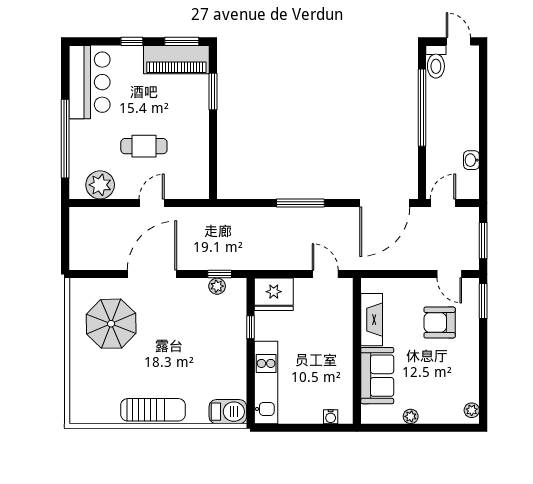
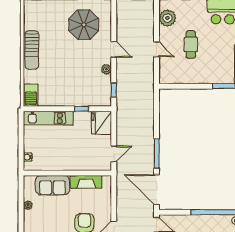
window: (300, 203) -> (157, 154), moved
door: (152, 274) -> (114, 49), width x0.53
plant: (217, 286) -> (106, 69), moved

